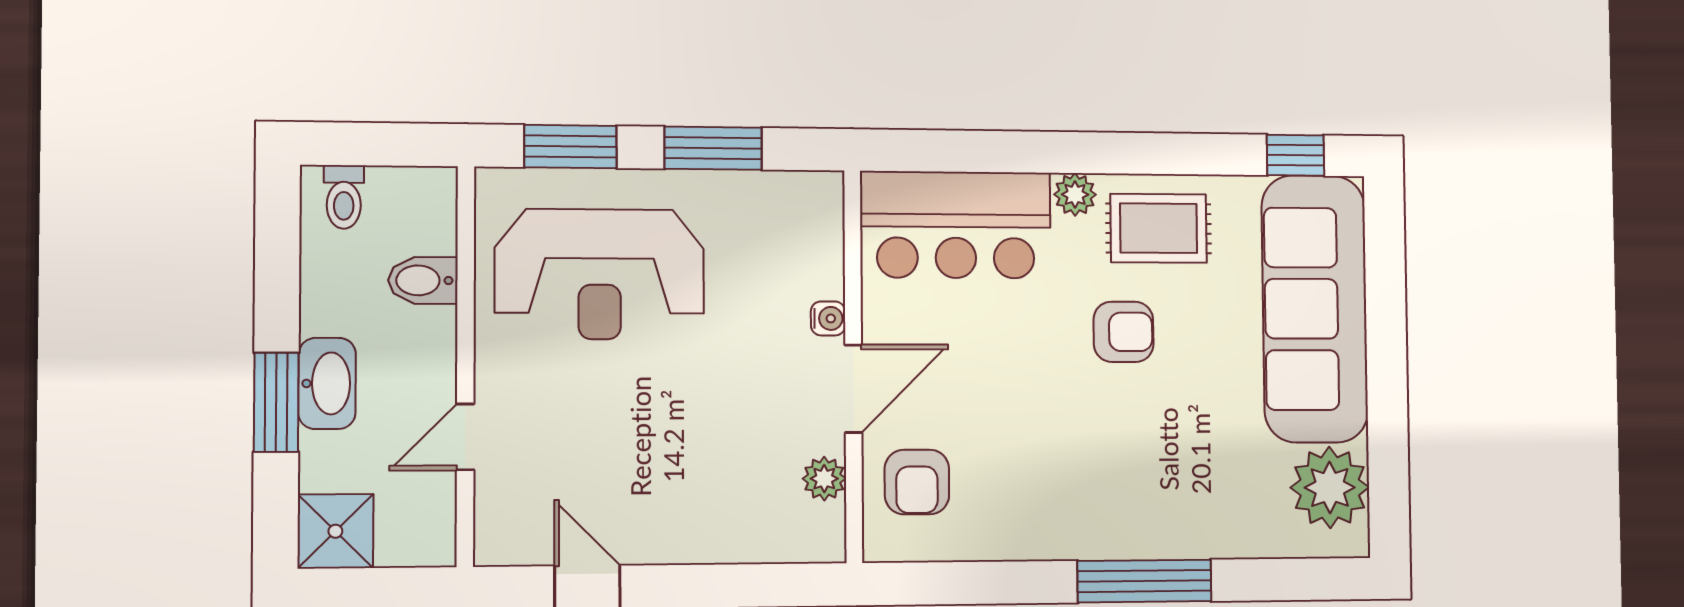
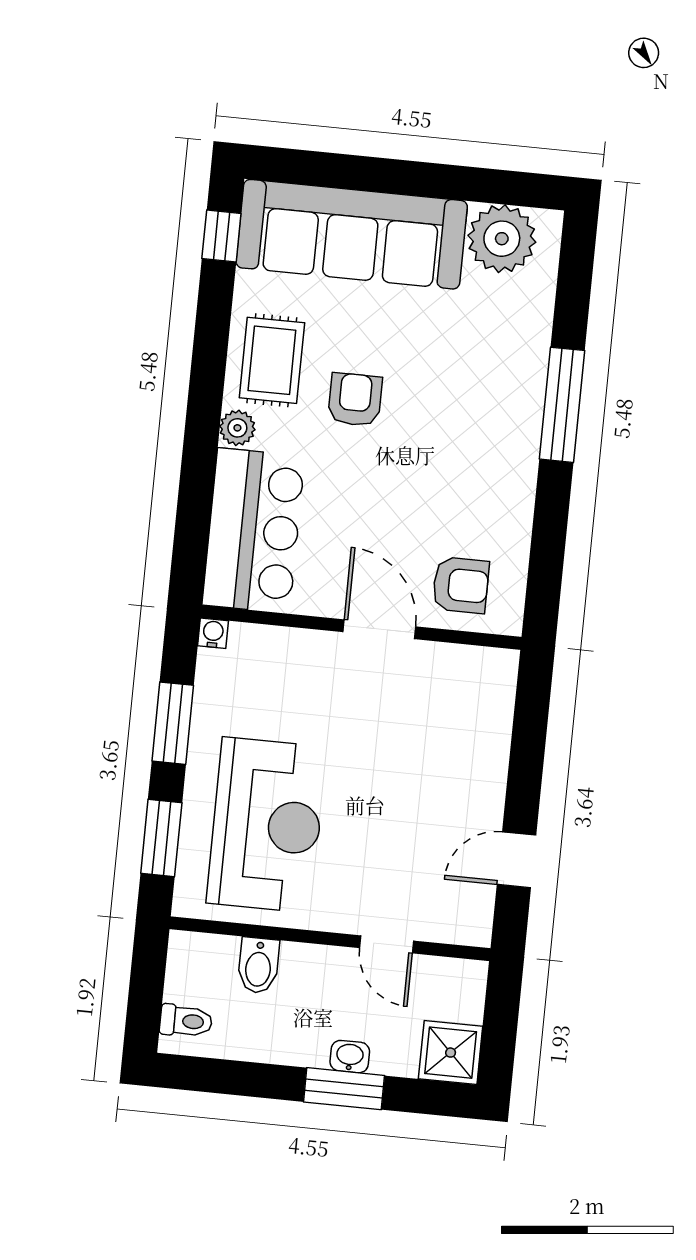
water cooler: (828, 318) -> (213, 633), moved
washbasin: (327, 383) -> (350, 1057), width x0.52, depth x0.69
plant: (824, 479) -> (450, 661), removed

